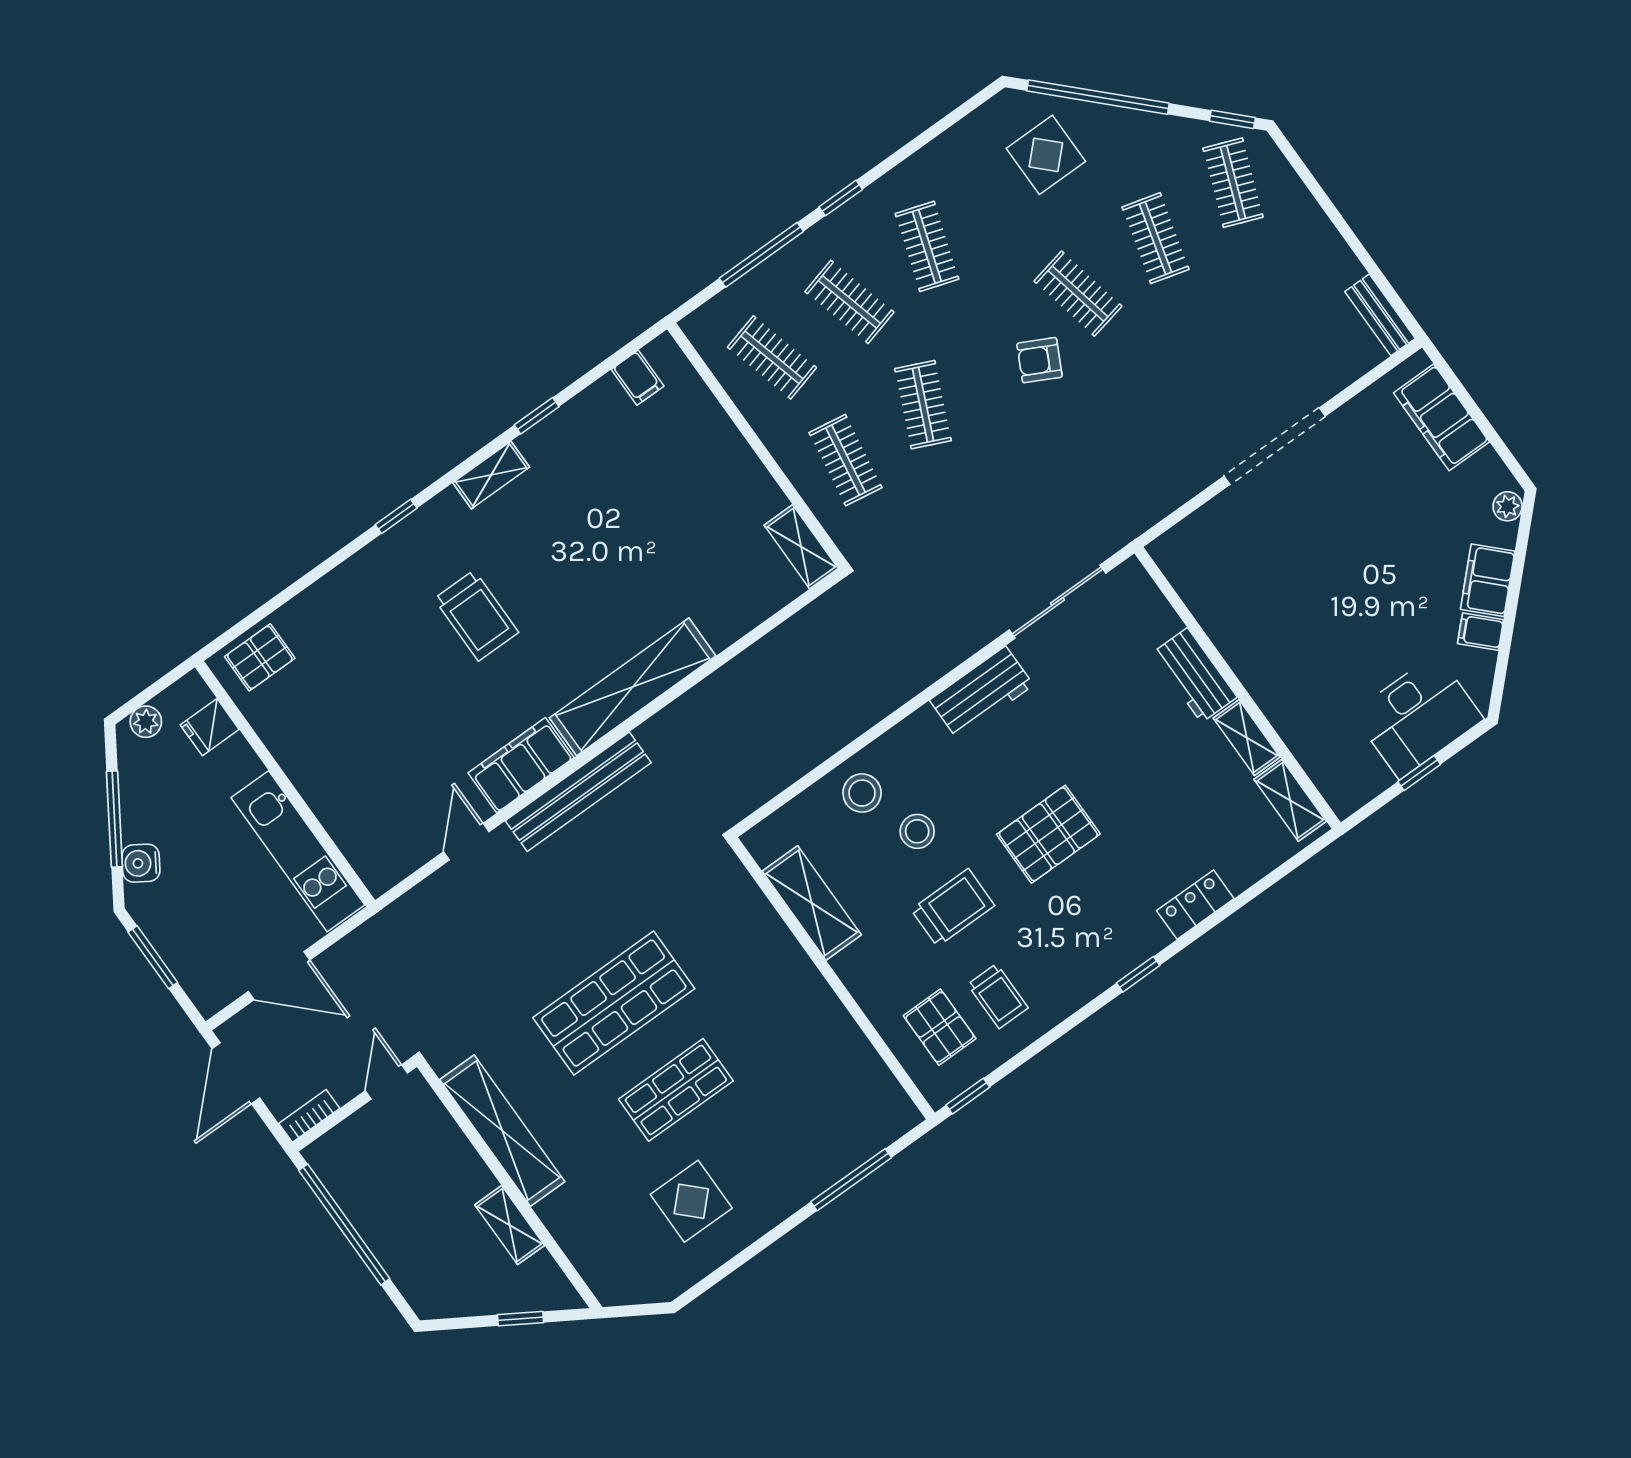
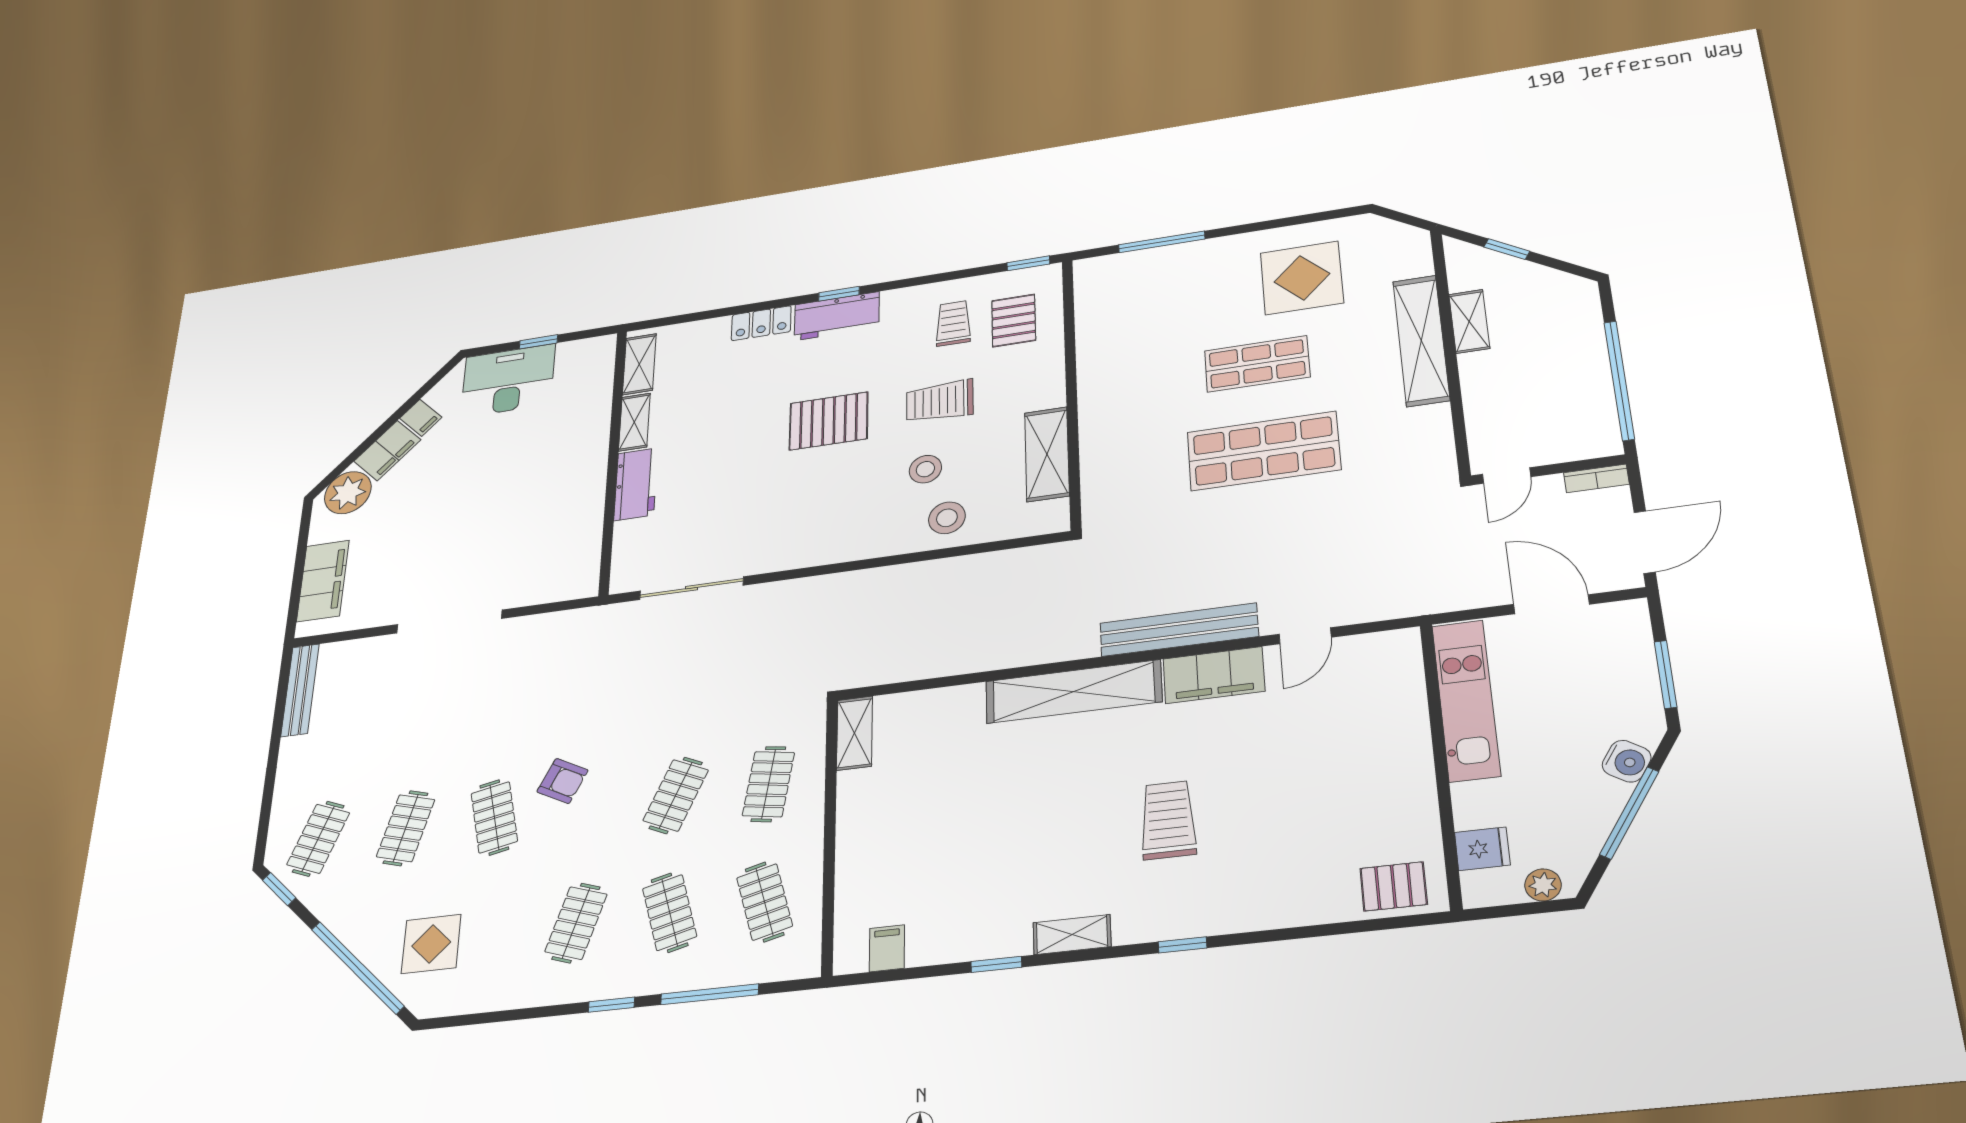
bench: (1380, 315) -> (300, 690), width x1.36
plant: (1508, 506) -> (348, 493), width x1.88, depth x1.88
workbench: (982, 693) -> (837, 316), moved, turned 180
shelving: (502, 1131) -> (1421, 340), moved
display table: (691, 1201) -> (1302, 278), width x1.36, depth x1.36

